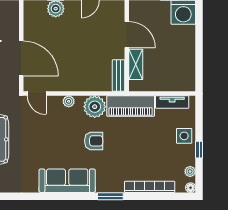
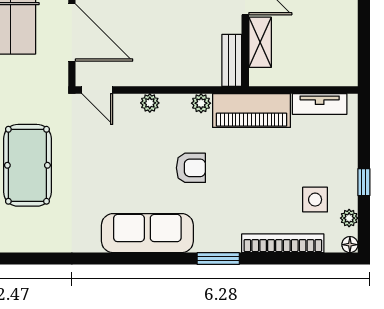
plant: (95, 107) -> (201, 103), width x0.53, depth x0.53
side table: (184, 136) -> (315, 200), moved

